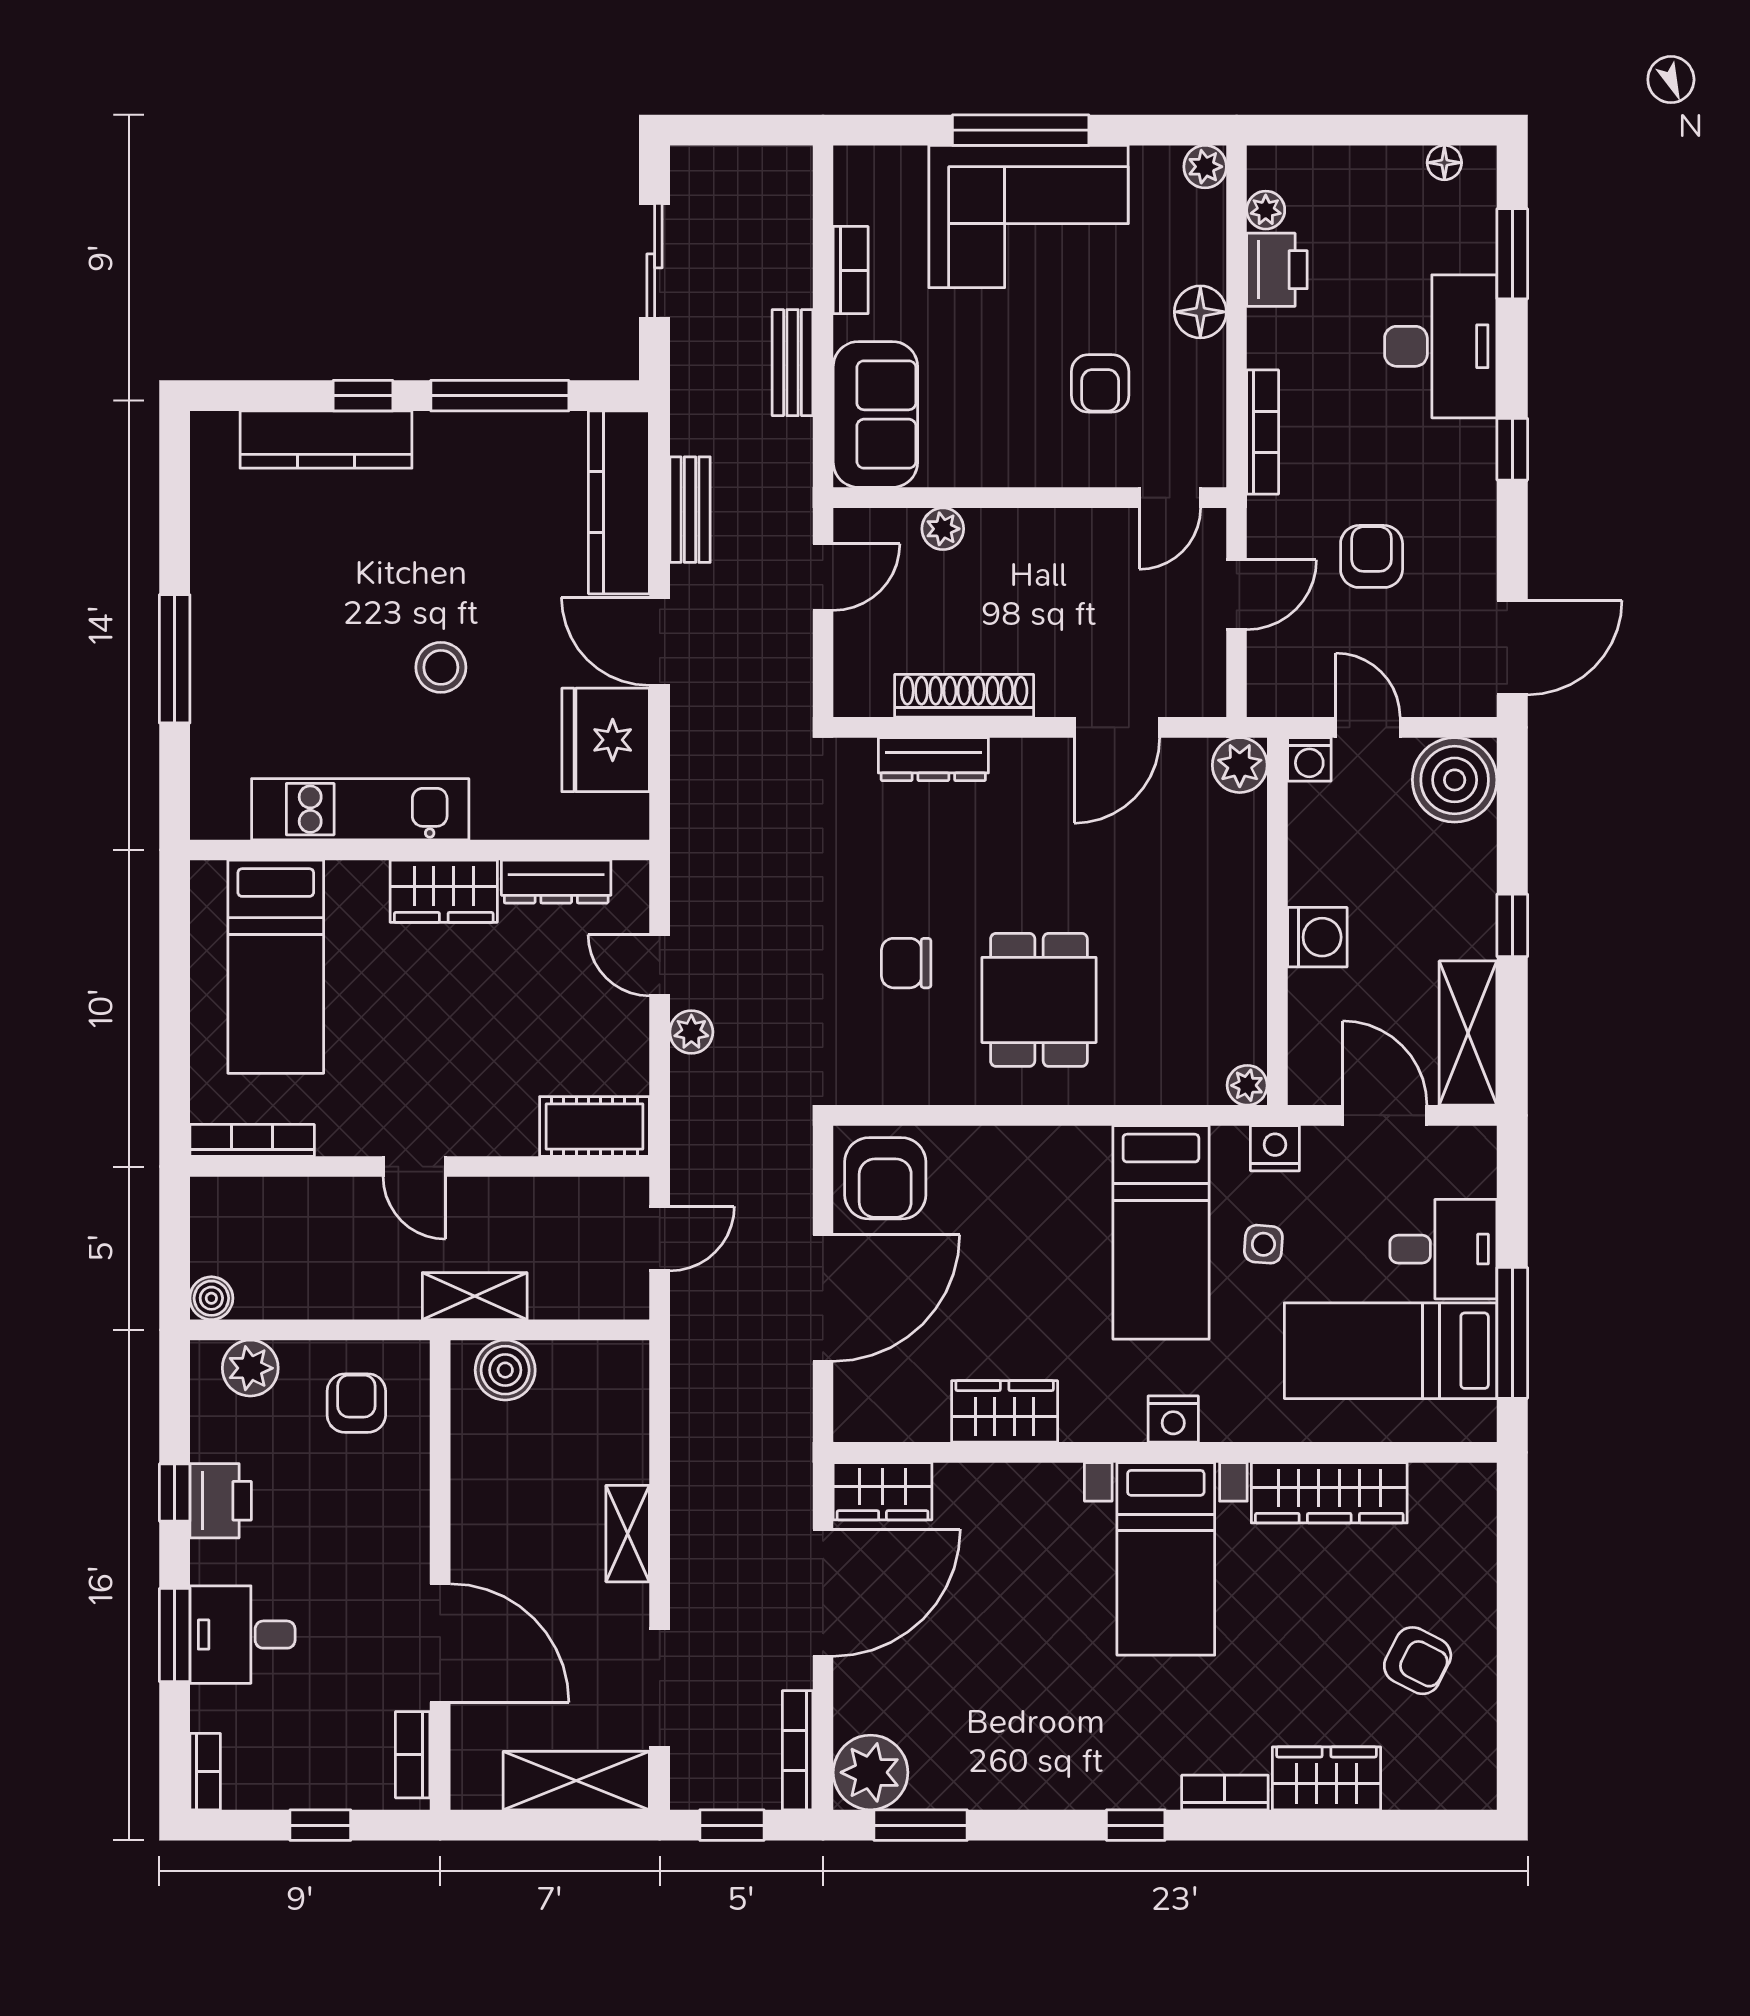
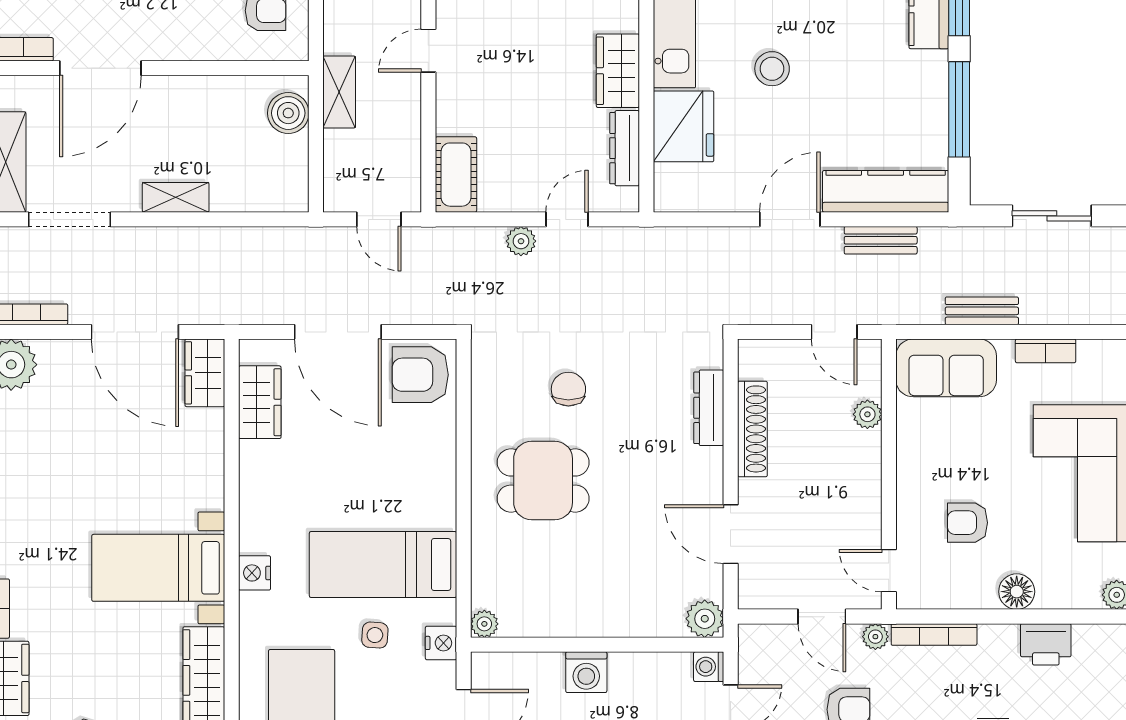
plant: (1266, 210) -> (875, 637), moved
fridge: (606, 740) -> (683, 126), moved, turned 90
wardrobe: (1005, 1411) -> (260, 402), moved

